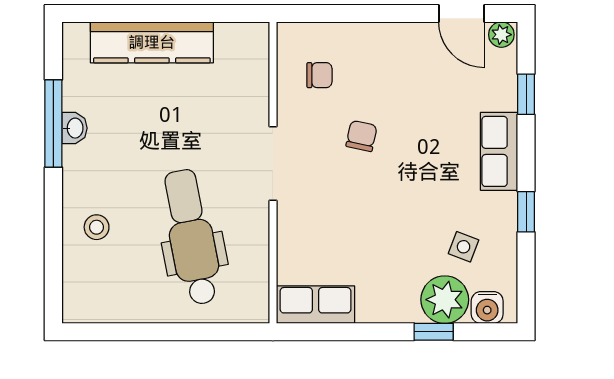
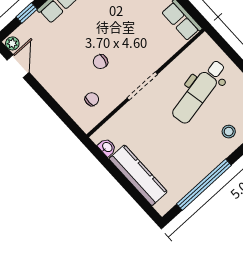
chair: (319, 75) -> (92, 99), turned 90
window: (53, 124) -> (204, 185), width x1.46
washbasin: (74, 128) -> (107, 147), moved, turned 90

